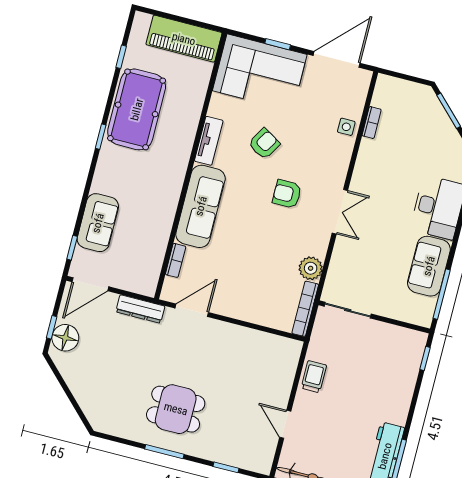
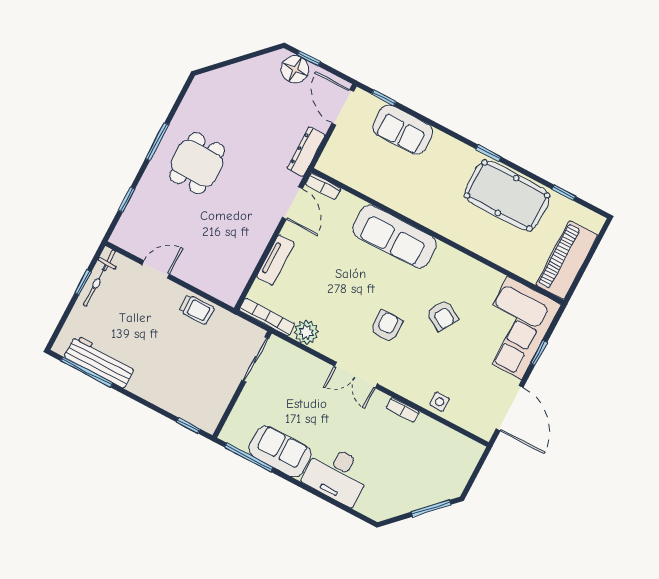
bookcase: (372, 123) -> (403, 410), moved
tv unit: (209, 141) -> (276, 260), moved, turned -90
bookcase: (176, 260) -> (323, 186), moved

